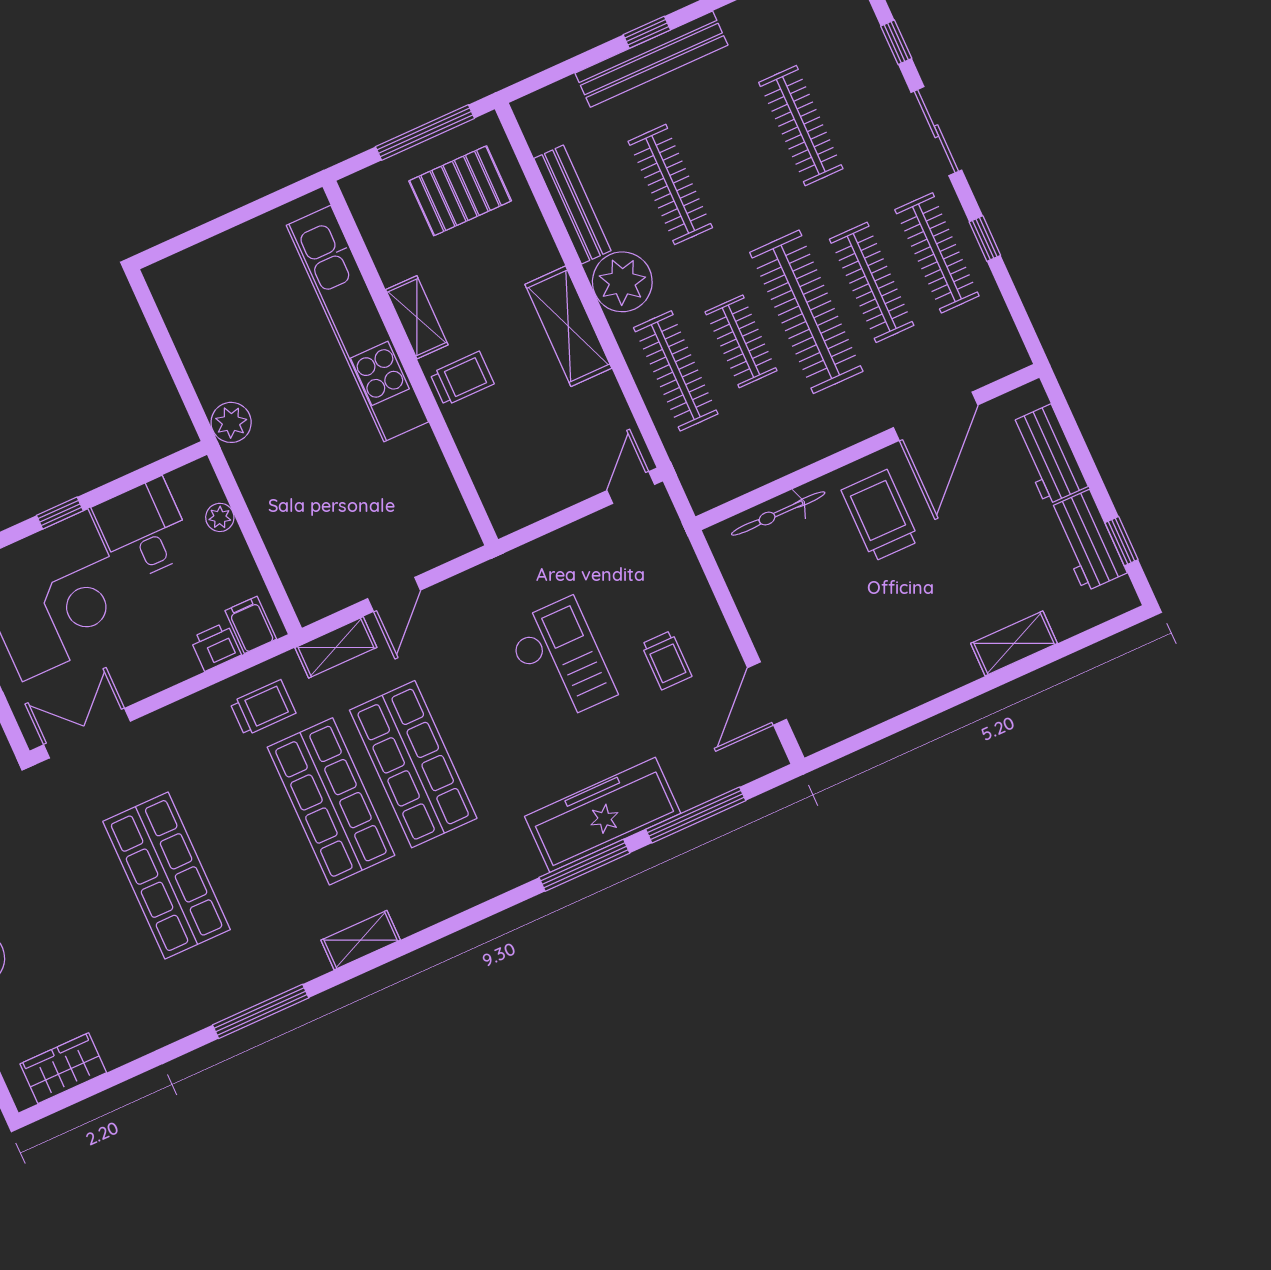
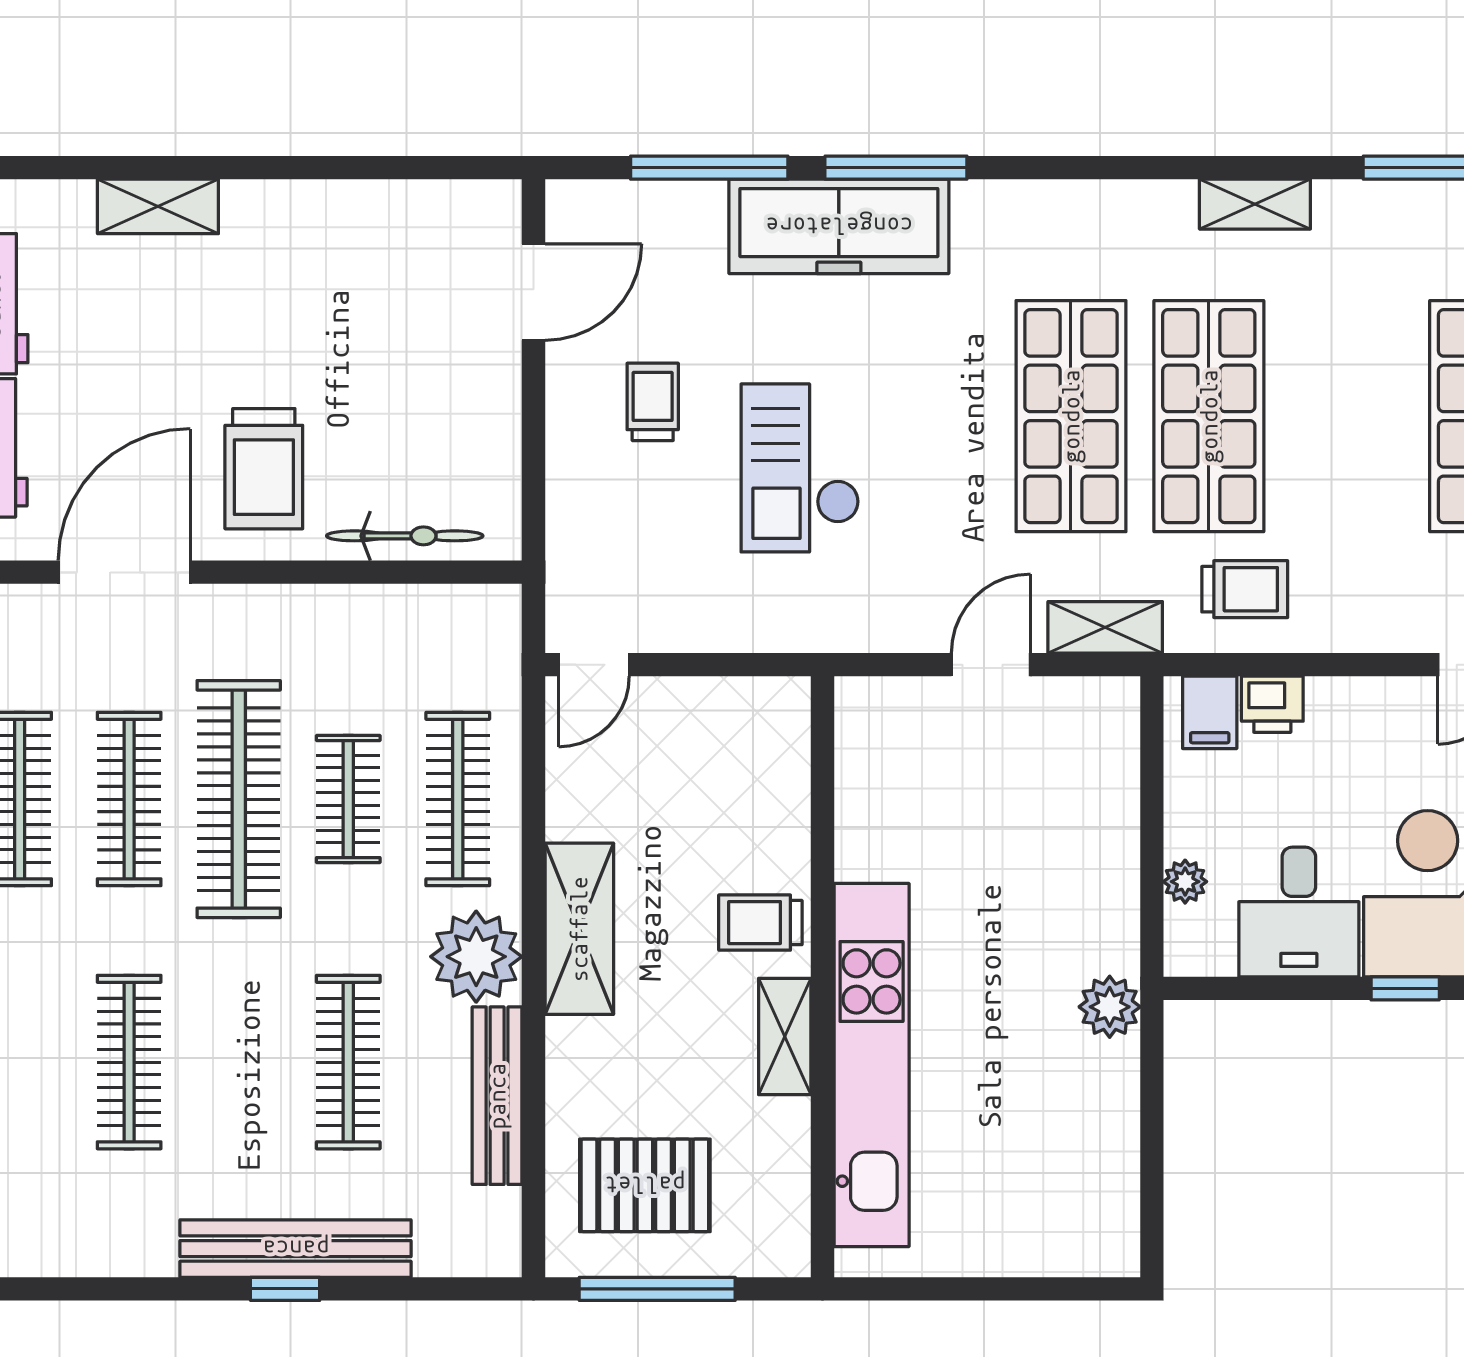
trolley: (263, 708) -> (1245, 589), turned 180

